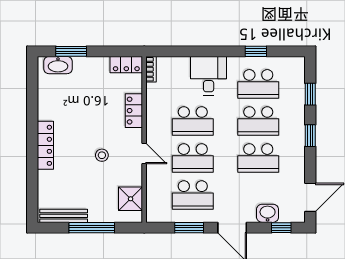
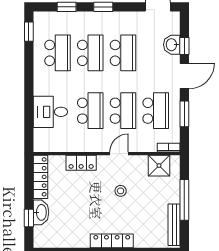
window: (71, 51) -> (29, 218), width x0.67
window: (256, 51) -> (29, 32), moved
washbasin: (58, 65) -> (41, 212), moved
locker: (126, 65) -> (41, 177), width x1.53
bookcase: (151, 69) -> (169, 148), moved
desk: (209, 76) -> (50, 112), moved
window: (281, 228) -> (184, 46), moved

